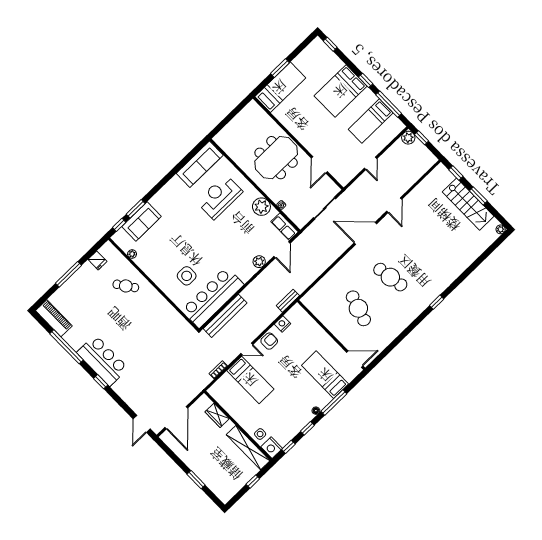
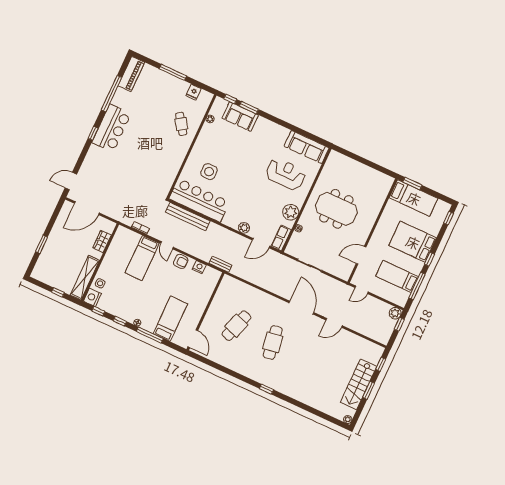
bed: (280, 87) -> (414, 198), moved
wall: (298, 143) -> (372, 231), moved
door: (319, 165) -> (361, 255), moved

